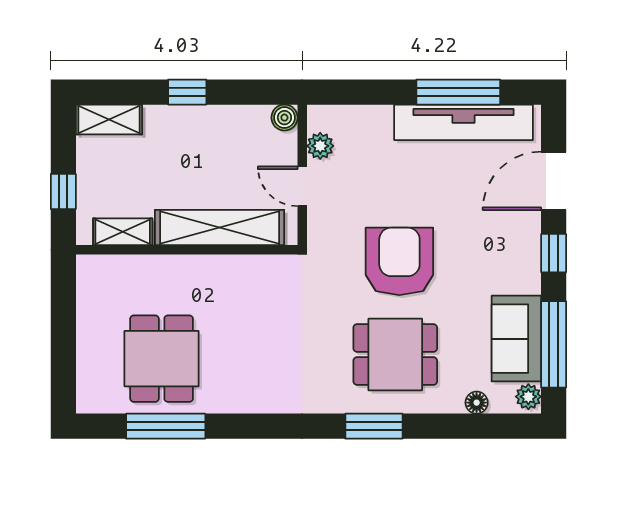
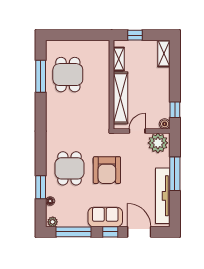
window: (187, 92) -> (175, 110), moved
window: (458, 92) -> (175, 174), moved
plant: (320, 146) -> (158, 143), width x1.88, depth x1.88
armchair: (399, 261) -> (107, 170), turned 90
sofa: (516, 339) -> (105, 217), moved
dining table: (162, 359) -> (68, 75), turned 90
window: (374, 426) -> (41, 187), moved

